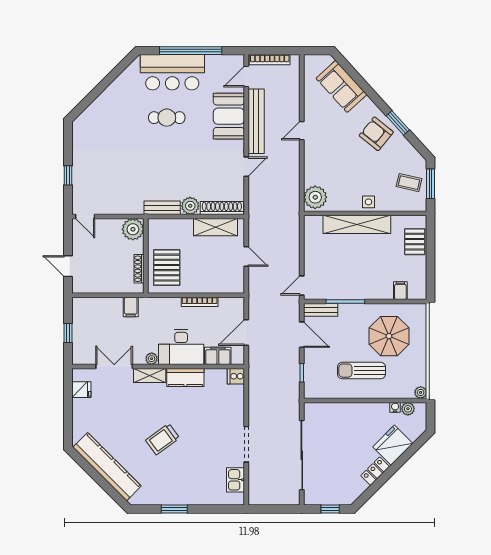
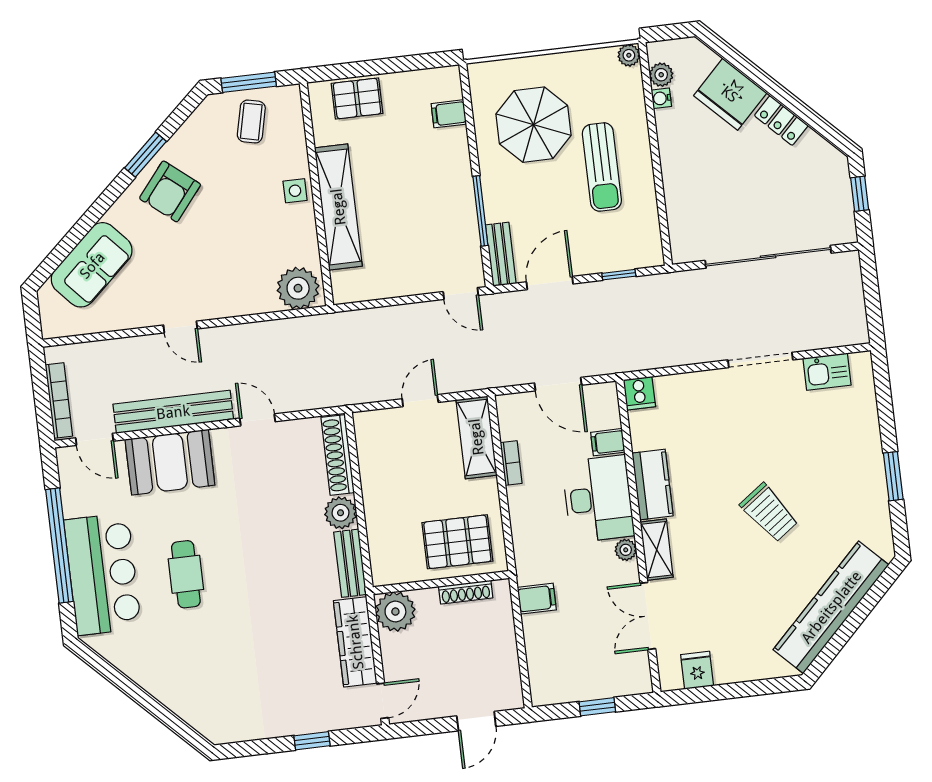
wardrobe: (119, 205) -> (355, 642), added
shelving: (216, 227) -> (476, 437), moved
bookcase: (200, 302) -> (511, 463), width x0.64
filing cabinet: (218, 356) -> (608, 442), width x0.50

